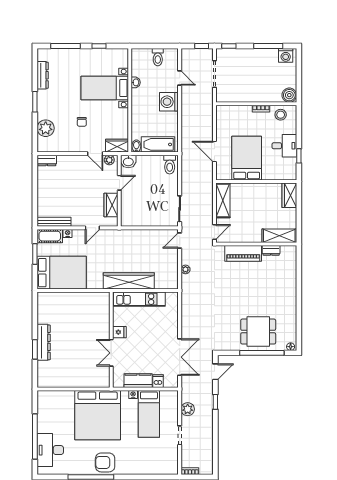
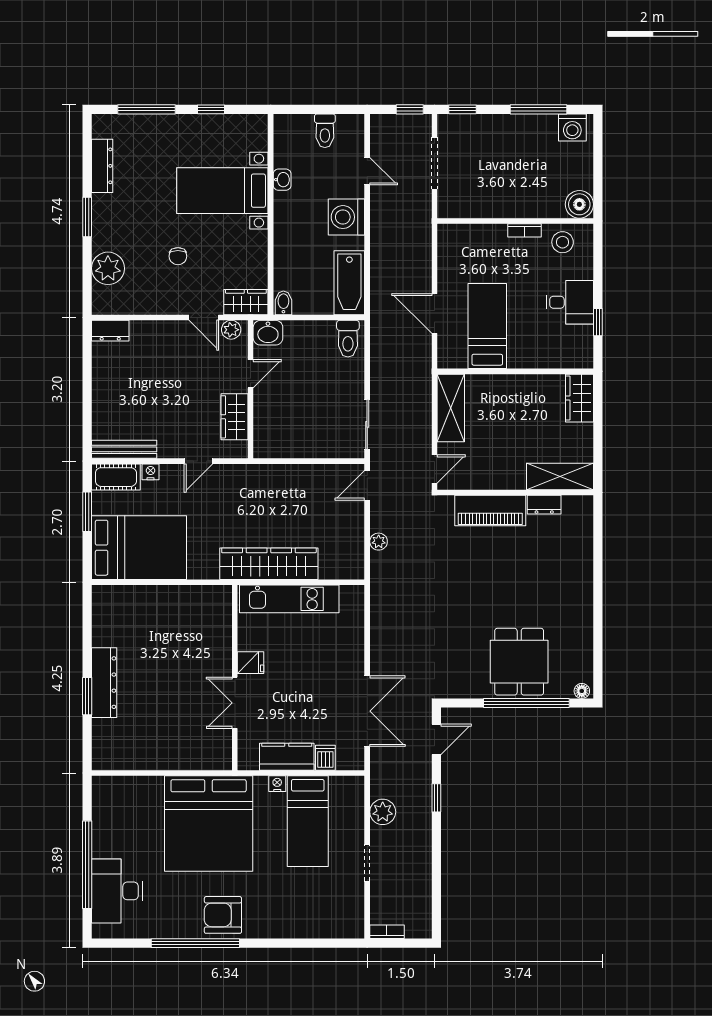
bathtub: (158, 144) -> (349, 283), moved, turned -90
bed: (247, 158) -> (487, 326), width x0.67
dining table: (258, 332) -> (519, 662), turned 90

